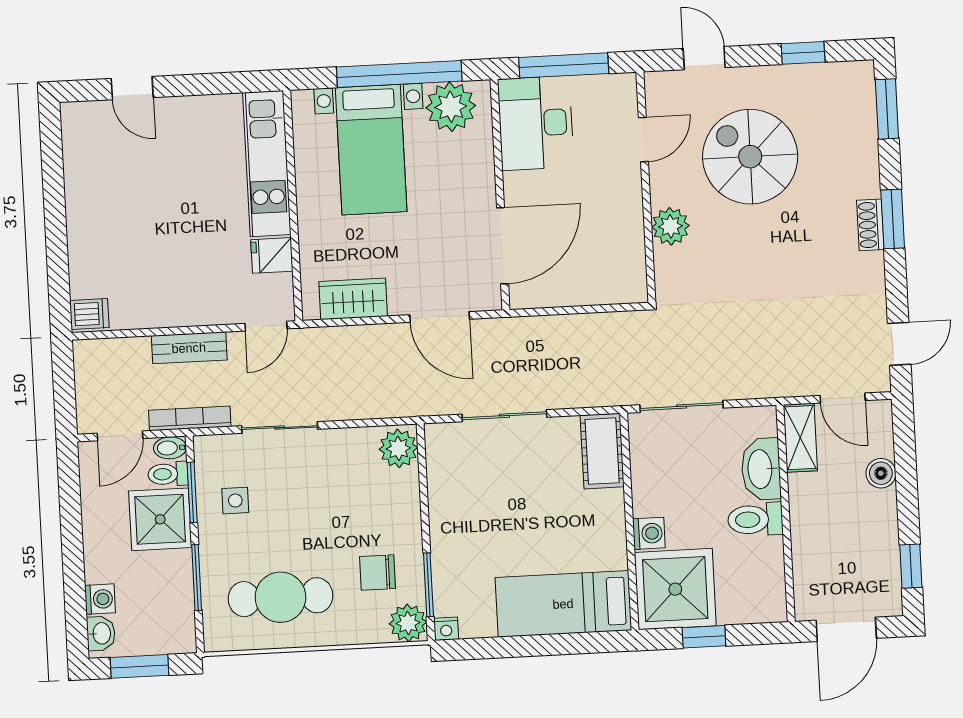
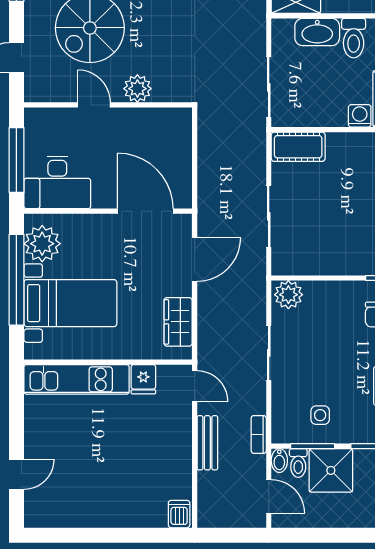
door: (643, 140) -> (94, 105), moved
bookcase: (190, 418) -> (259, 434), width x0.64
sliding door: (280, 428) -> (269, 353), moved

